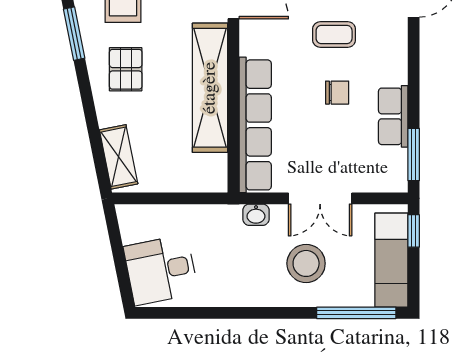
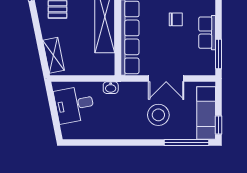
washbasin: (256, 215) -> (111, 88), moved
window: (414, 231) -> (218, 125), moved
desk: (161, 270) -> (74, 104), moved

